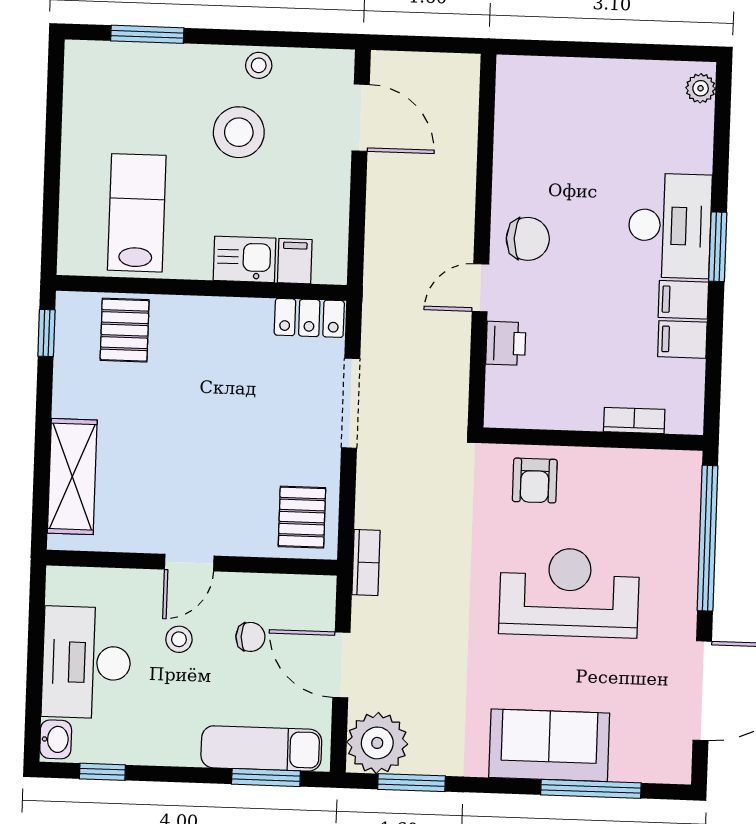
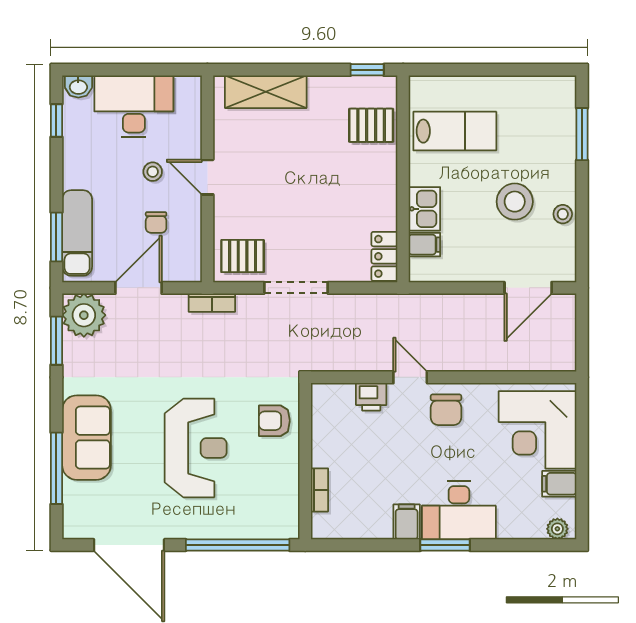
corner desk: (560, 111) -> (538, 430), added
filing cabinet: (682, 339) -> (559, 484), moved, turned -90
doorway: (351, 403) -> (296, 288), moved

